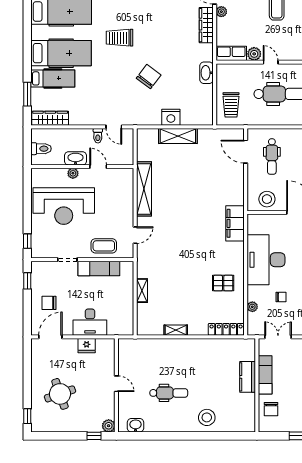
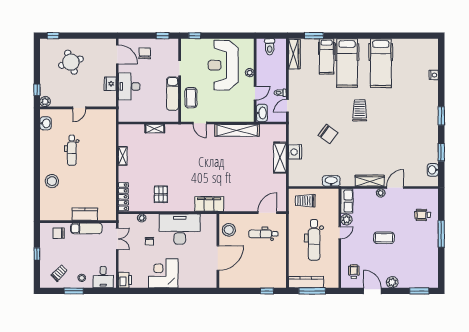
washbasin: (75, 158) -> (262, 113), moved

